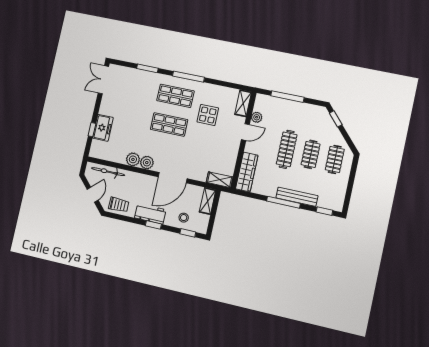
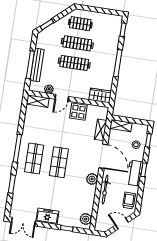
display table: (208, 115) -> (78, 112), moved
freezer: (103, 128) -> (47, 216), moved
door: (245, 132) -> (62, 98), swing flipped
clothes rail: (311, 154) -> (77, 43), width x1.36
plant: (133, 159) -> (86, 219), moved
bicycle: (108, 172) -> (105, 190), moved
wardrobe: (247, 172) -> (100, 95), width x0.67
shelving: (220, 180) -> (101, 130), moved
bench: (297, 197) -> (37, 65), moved

